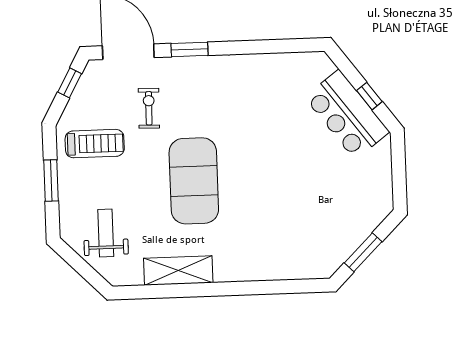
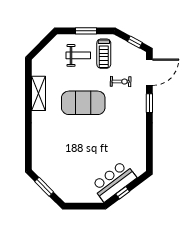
weight bench: (106, 233) -> (78, 55), moved

